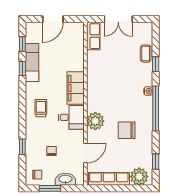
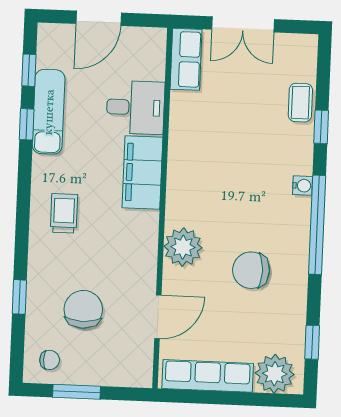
desk: (71, 117) -> (136, 107), moved
chair: (51, 151) -> (83, 309), width x1.87, depth x1.87
washbasin: (65, 179) -> (111, 373), removed

